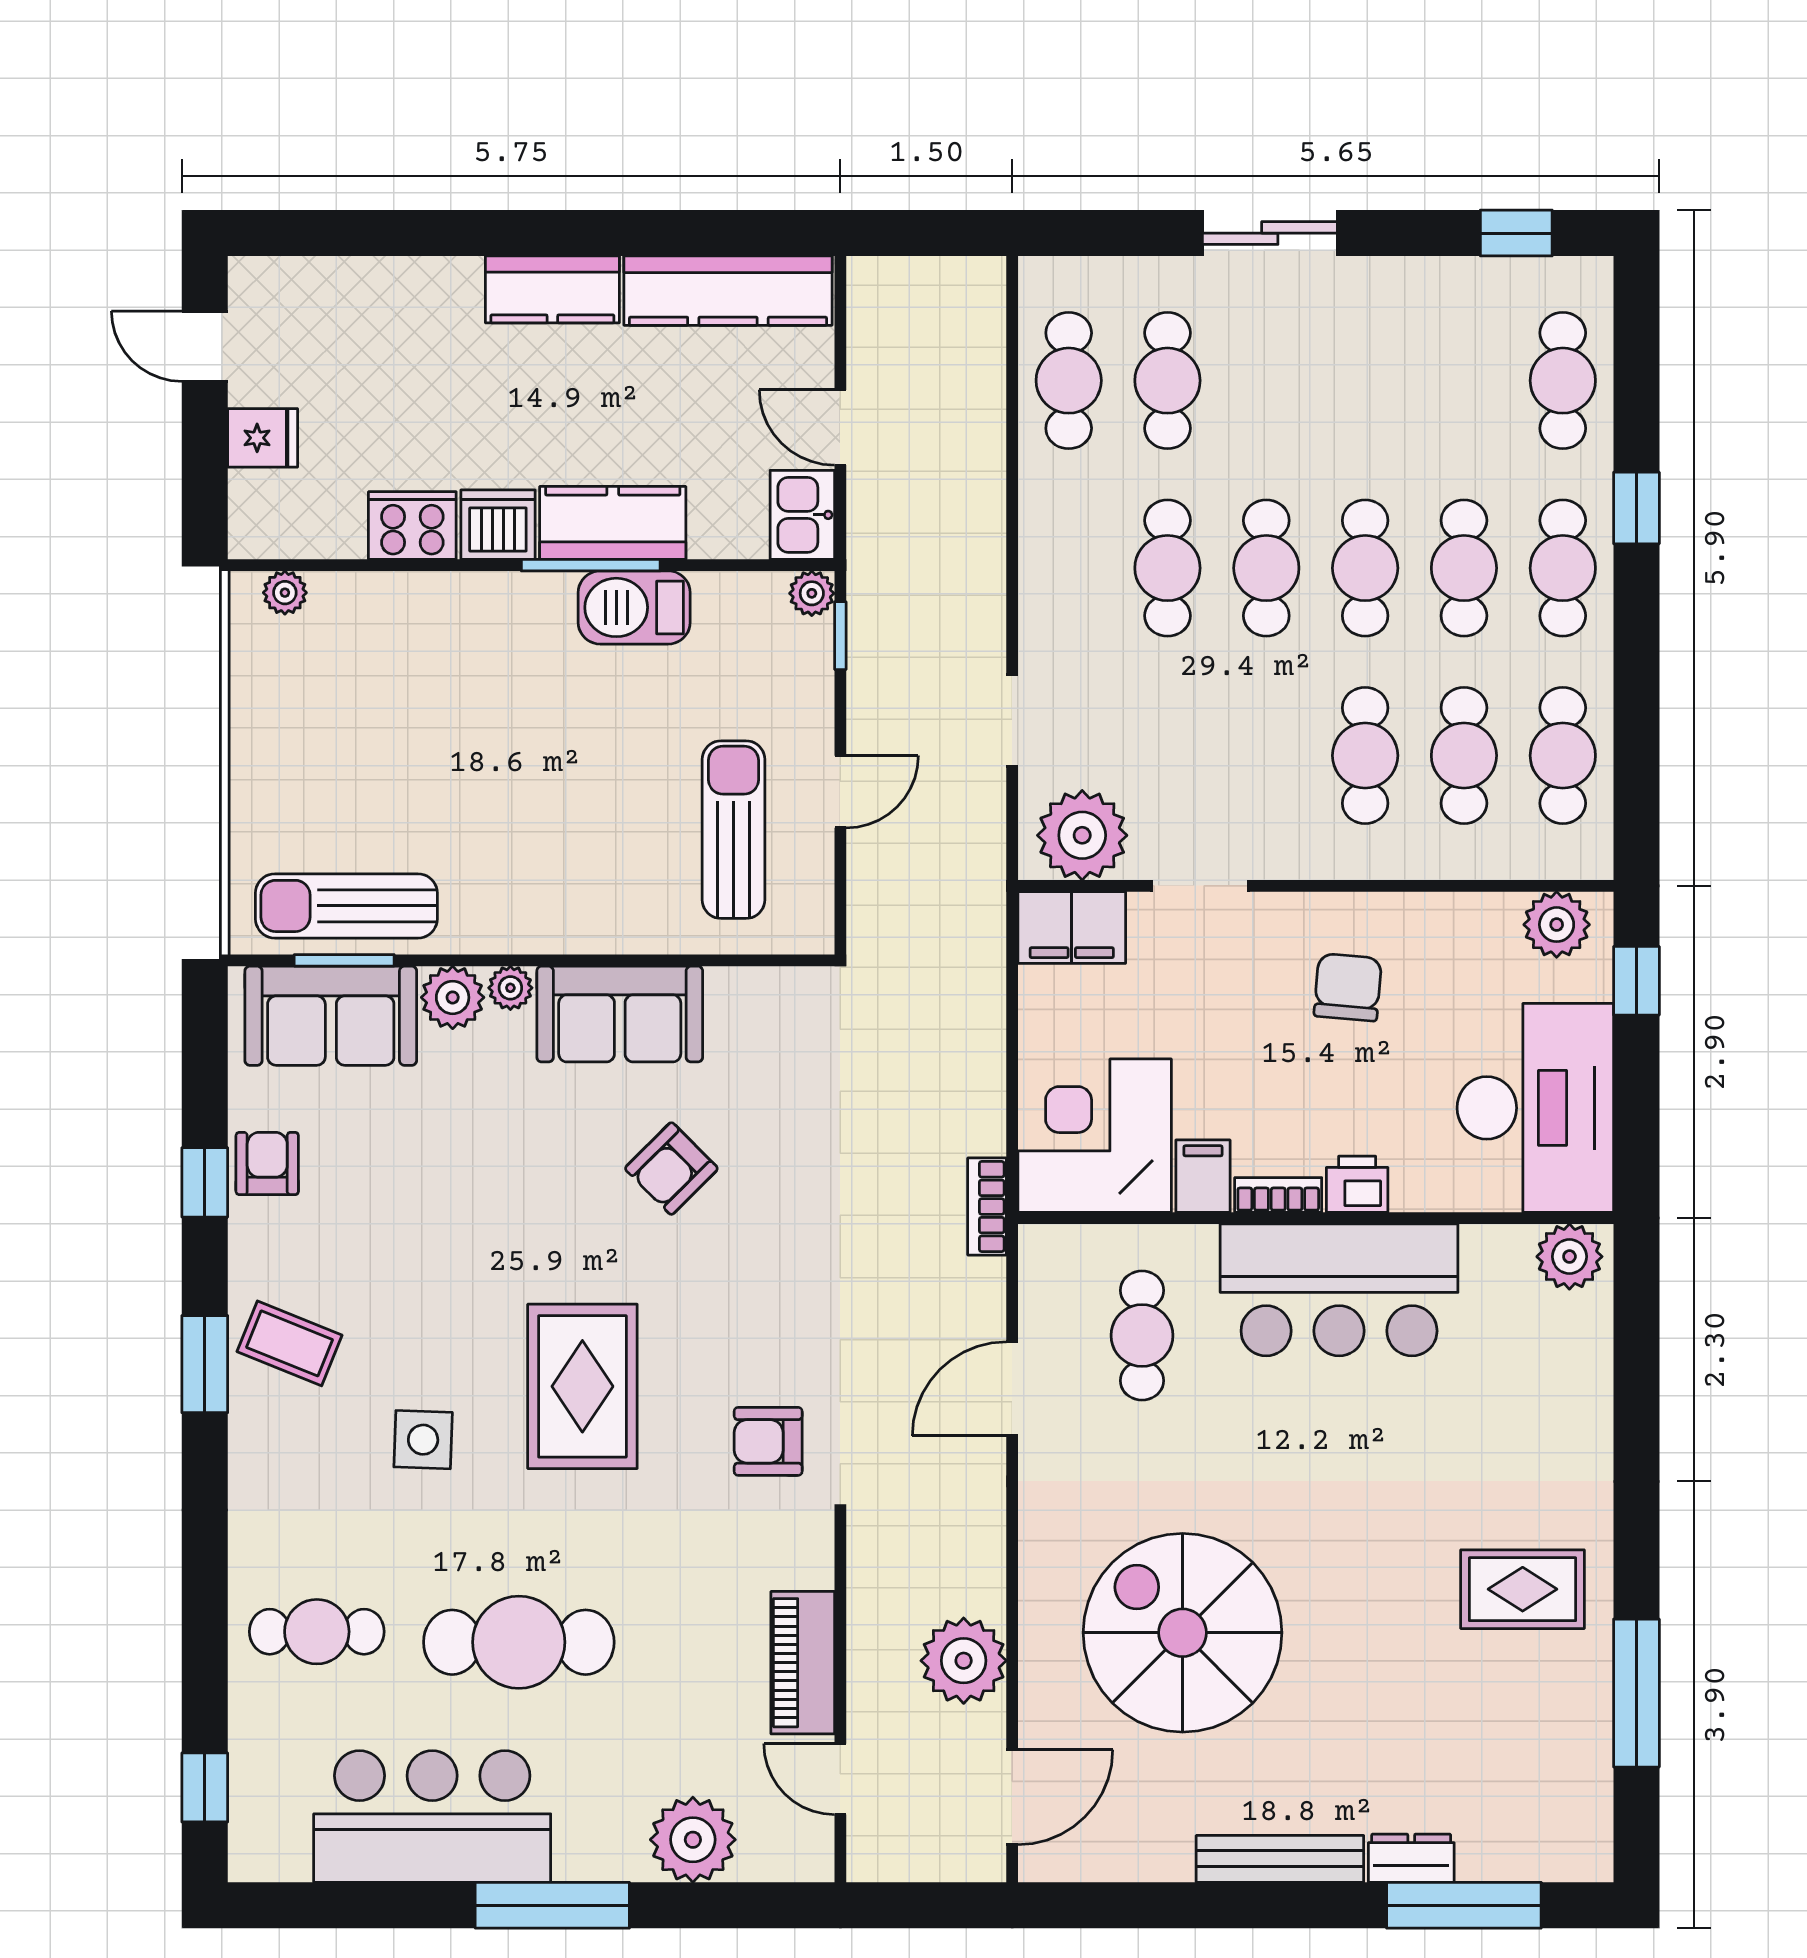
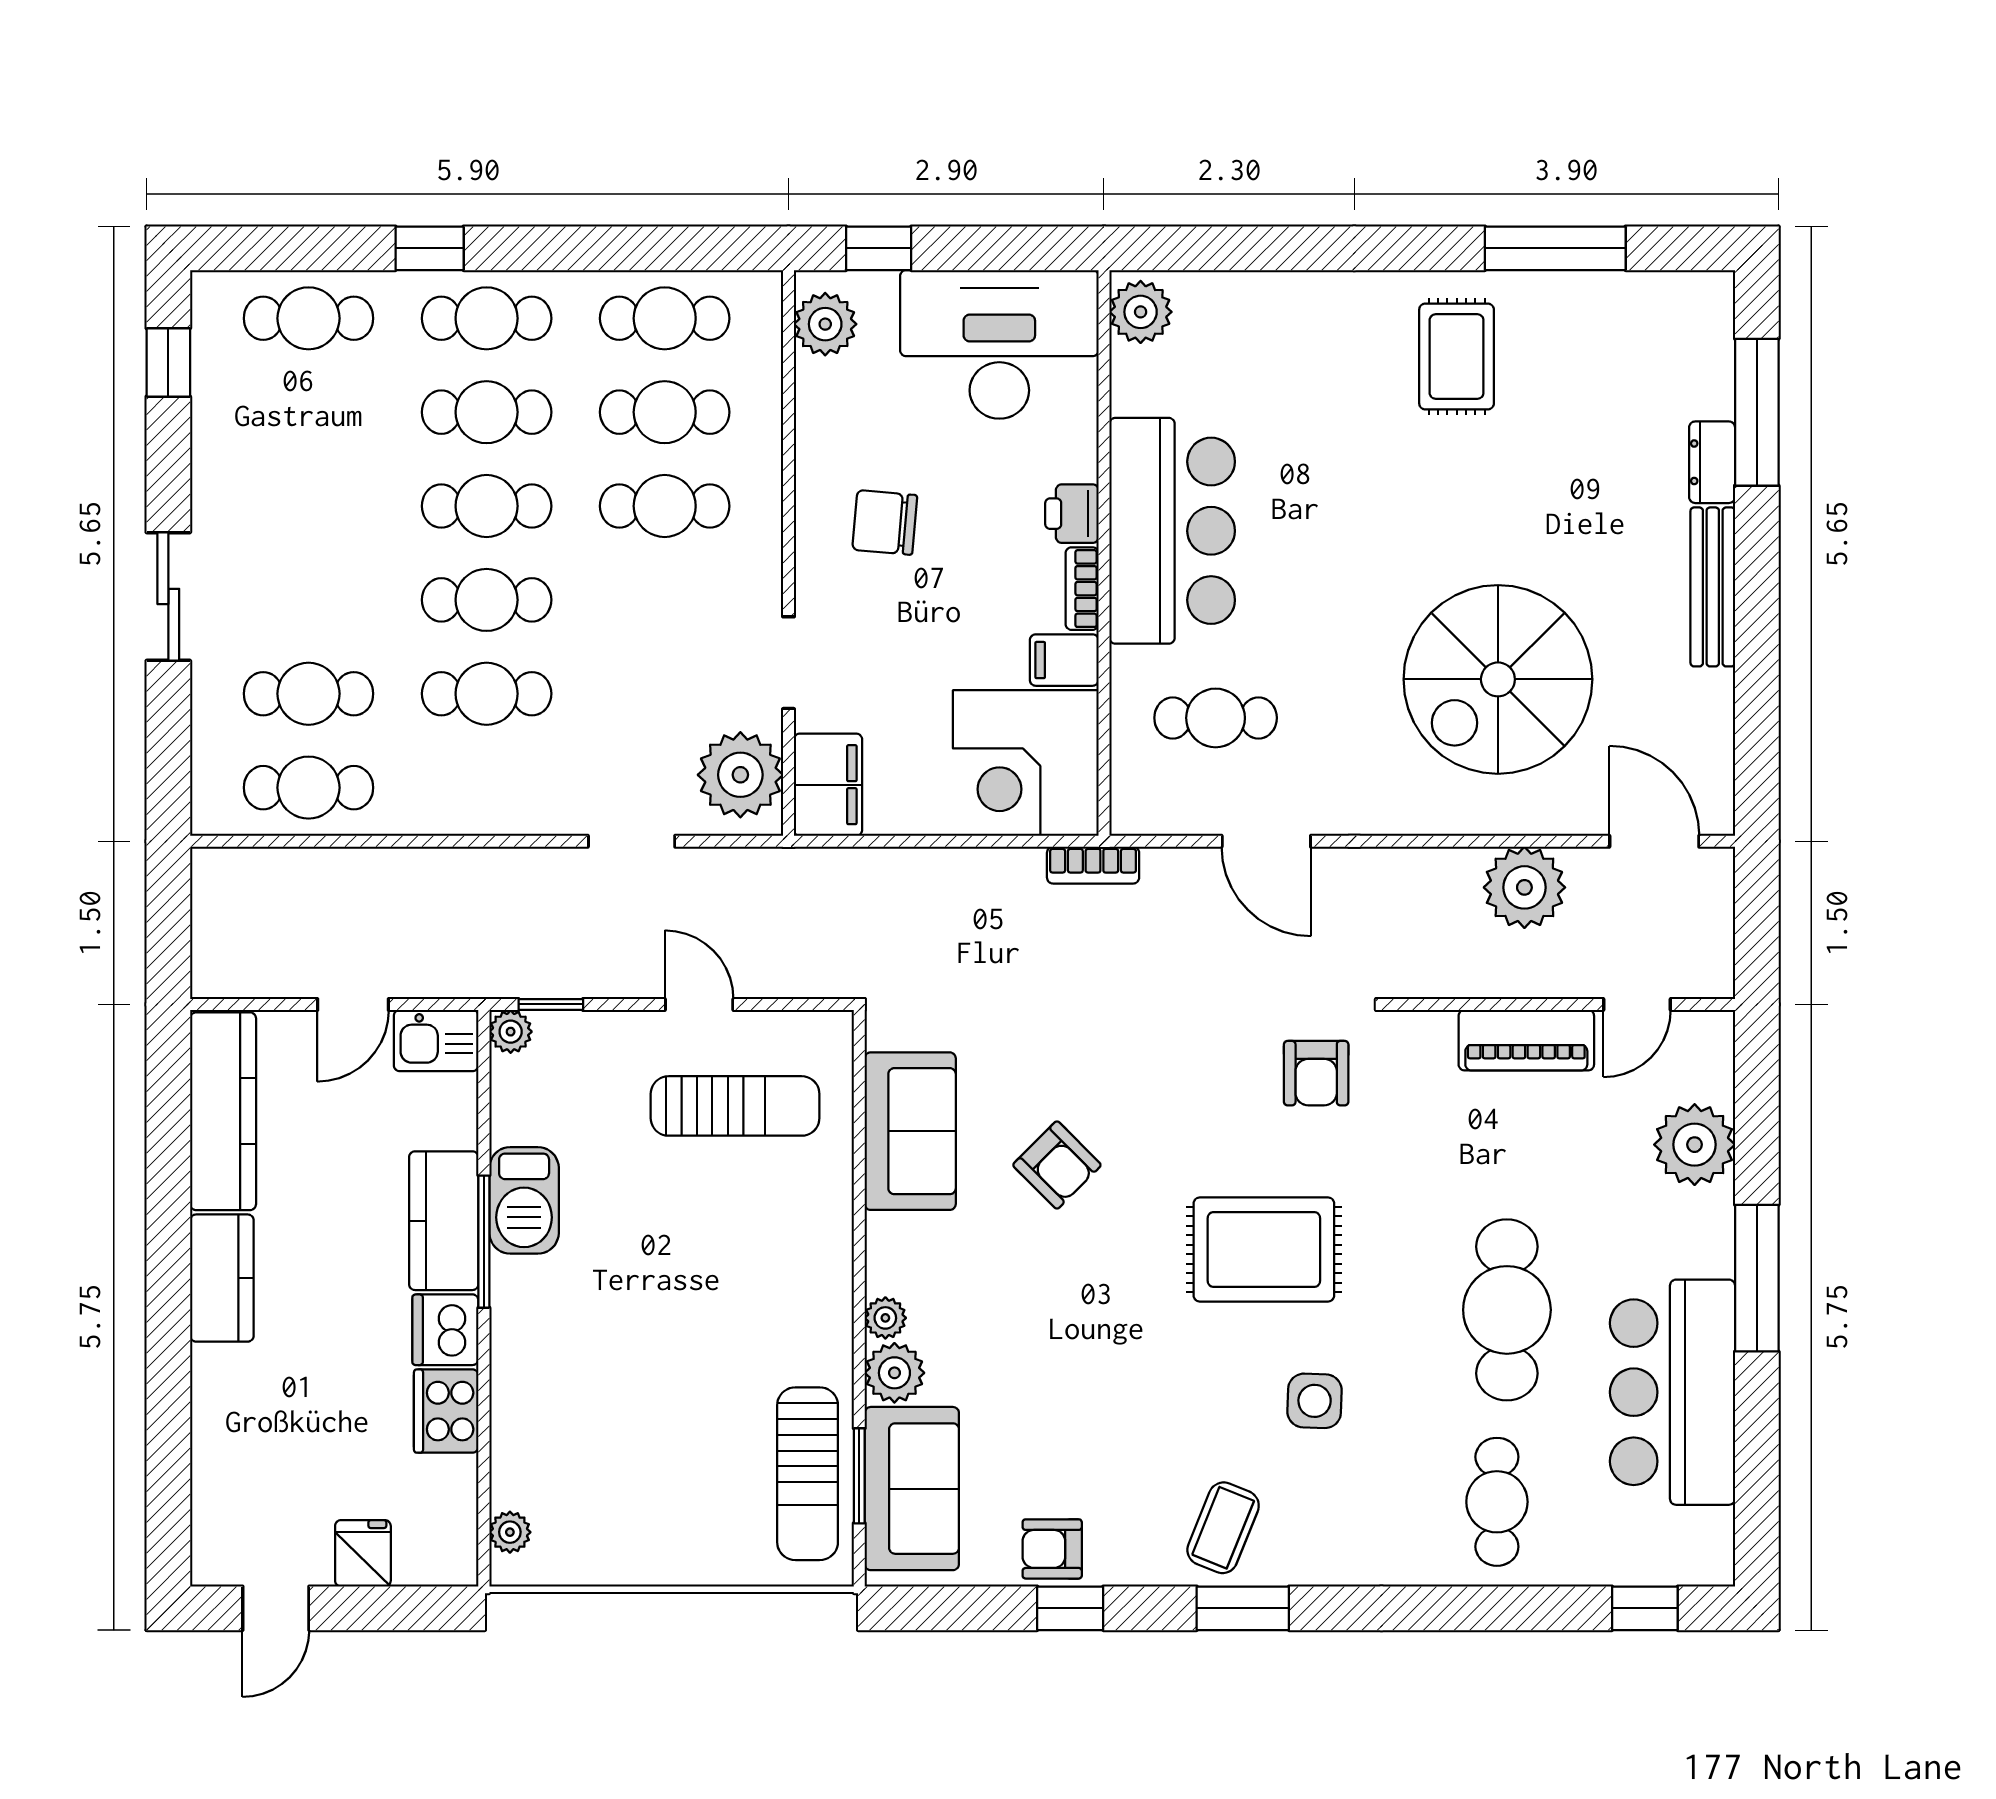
sun lounger: (734, 830) -> (735, 1106), turned 180
sofa: (620, 1014) -> (910, 1131), moved

